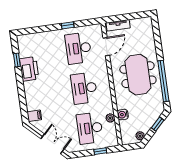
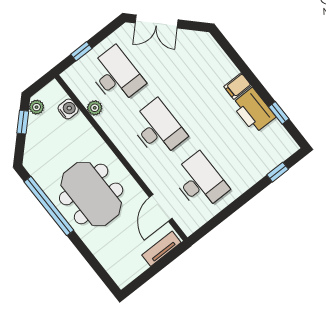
window: (68, 25) -> (278, 172), moved
water cooler: (123, 115) -> (68, 109), moved
filing cabinet: (34, 116) -> (238, 86), moved
window: (158, 124) -> (23, 122), moved

